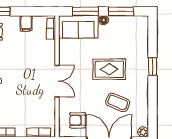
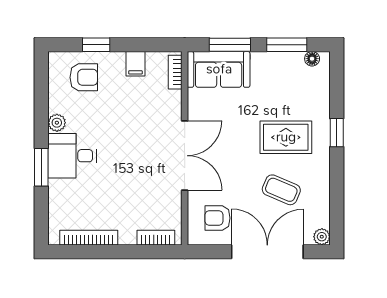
floor lamp: (104, 20) -> (312, 59), moved
rug: (109, 69) -> (286, 137), moved
double door: (57, 81) -> (185, 156), width x1.37

